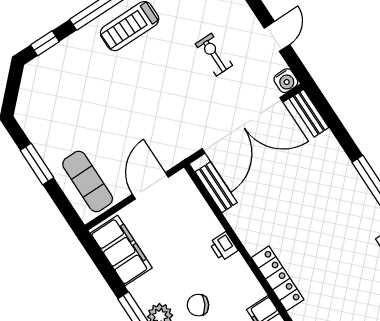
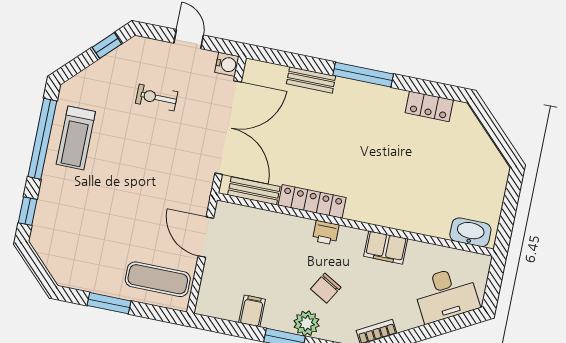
bench: (309, 113) -> (311, 80), moved
printer: (224, 247) -> (326, 233), moved
filing cabinet: (121, 250) -> (252, 311), width x0.33, depth x0.86
locker: (278, 279) -> (312, 201), moved

